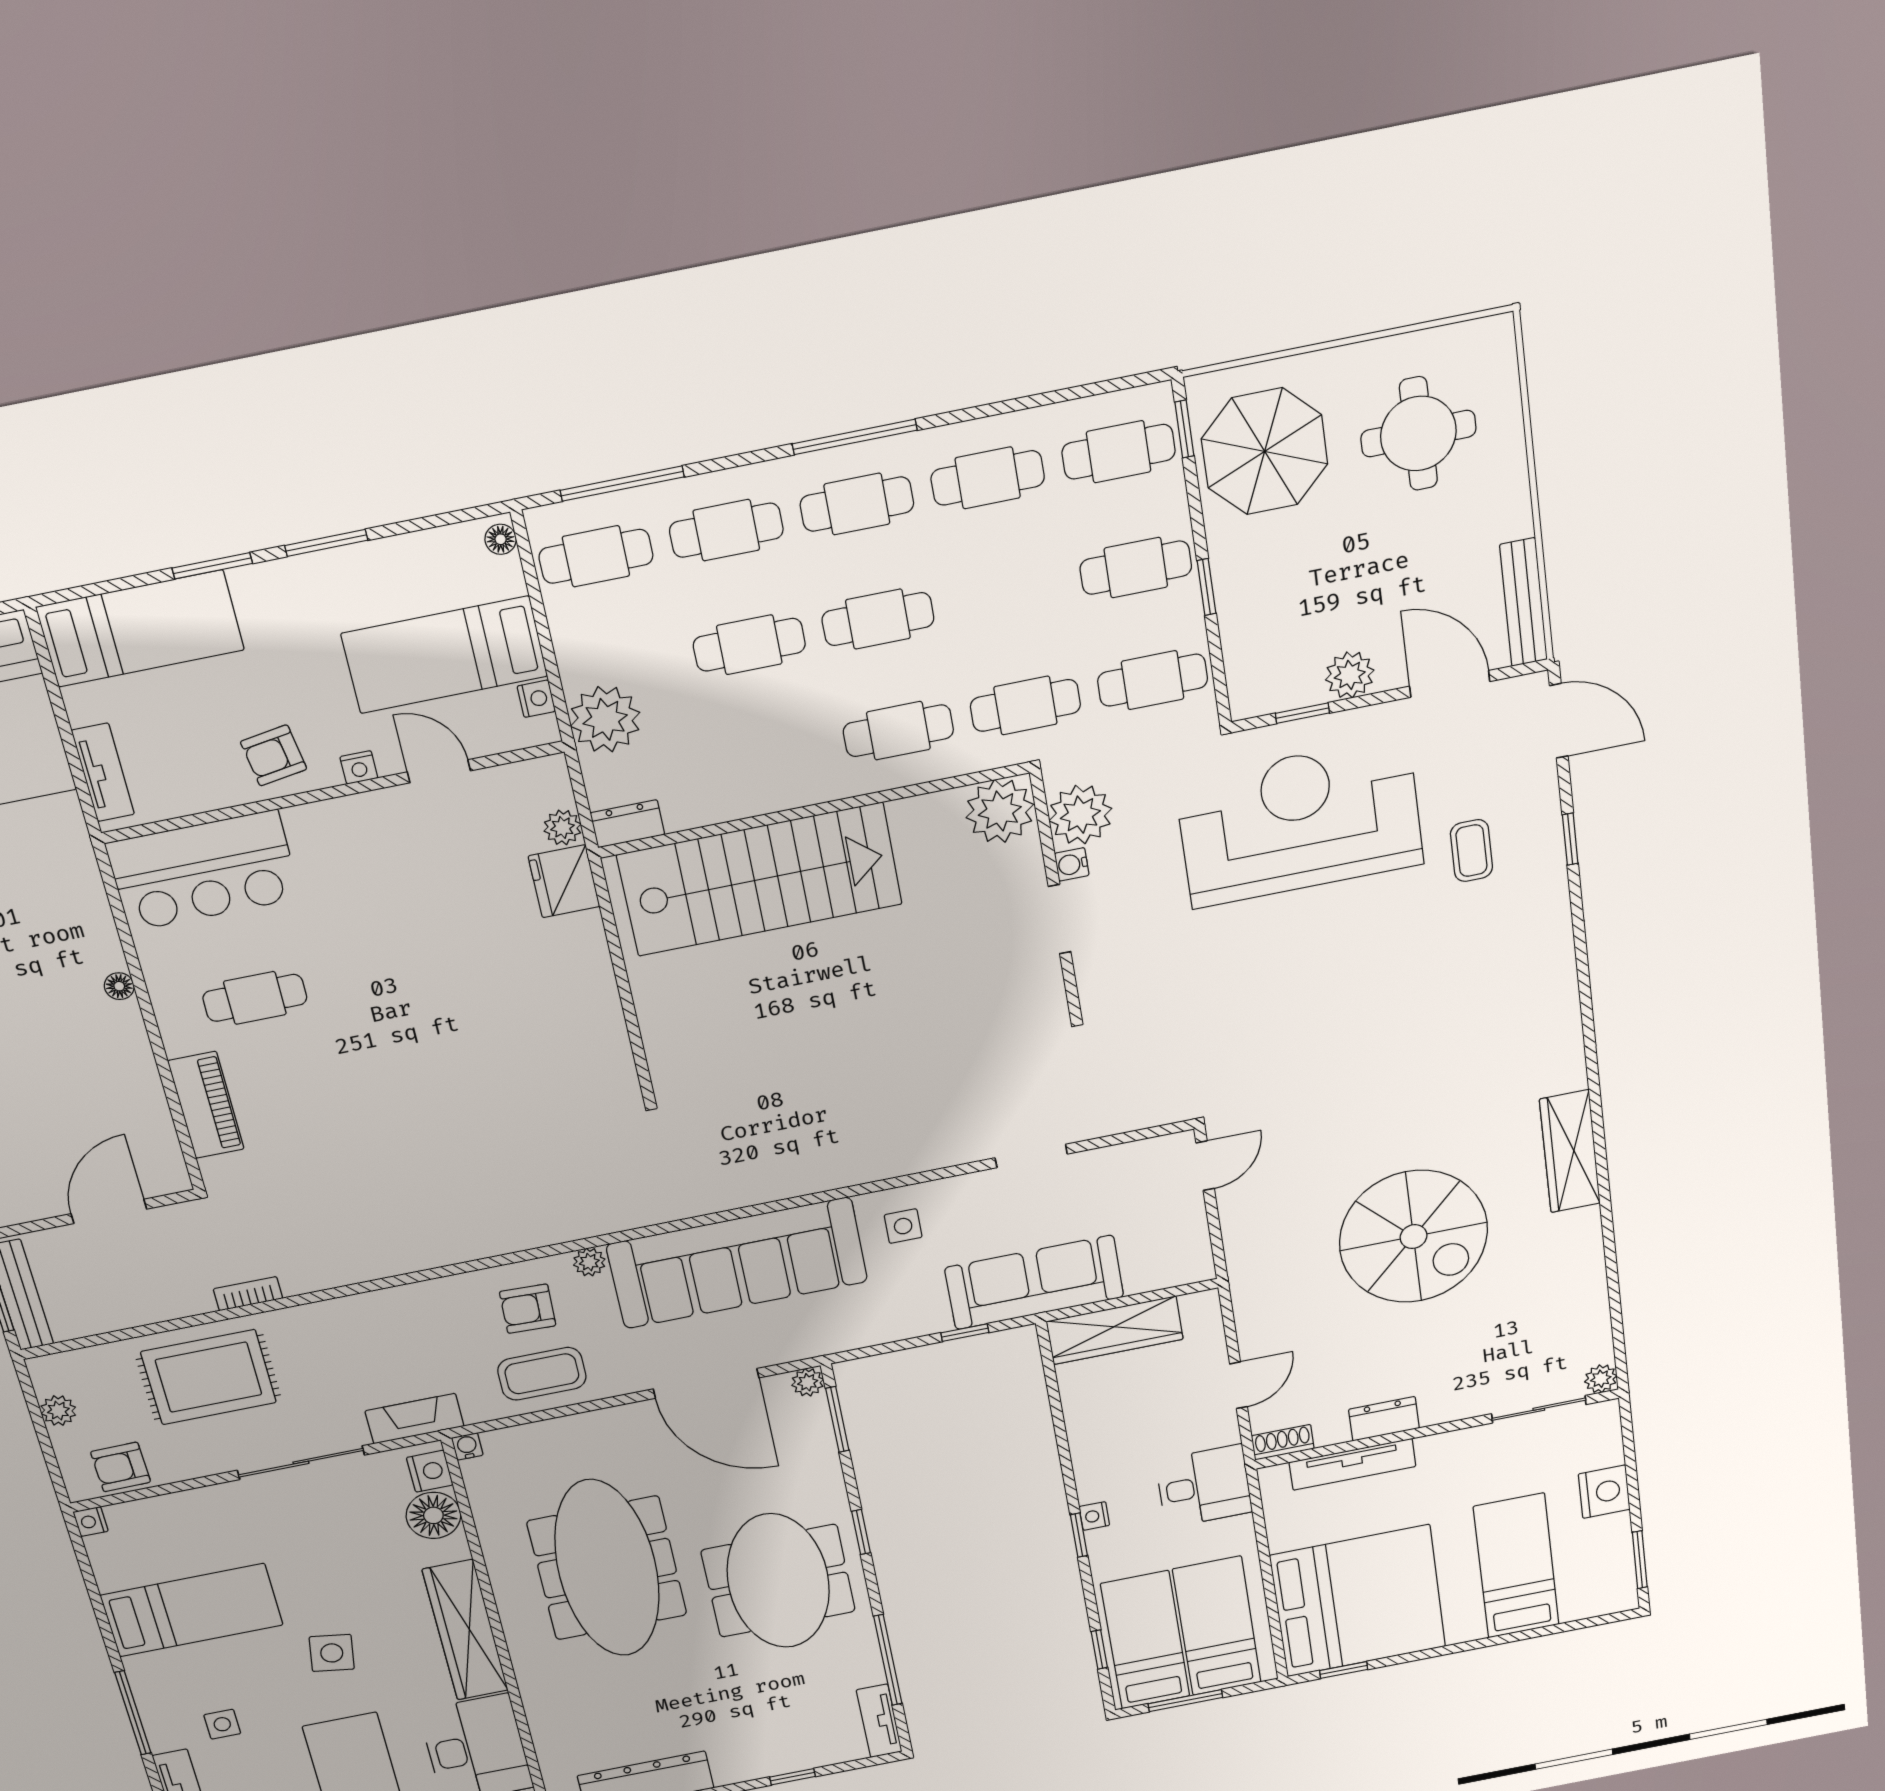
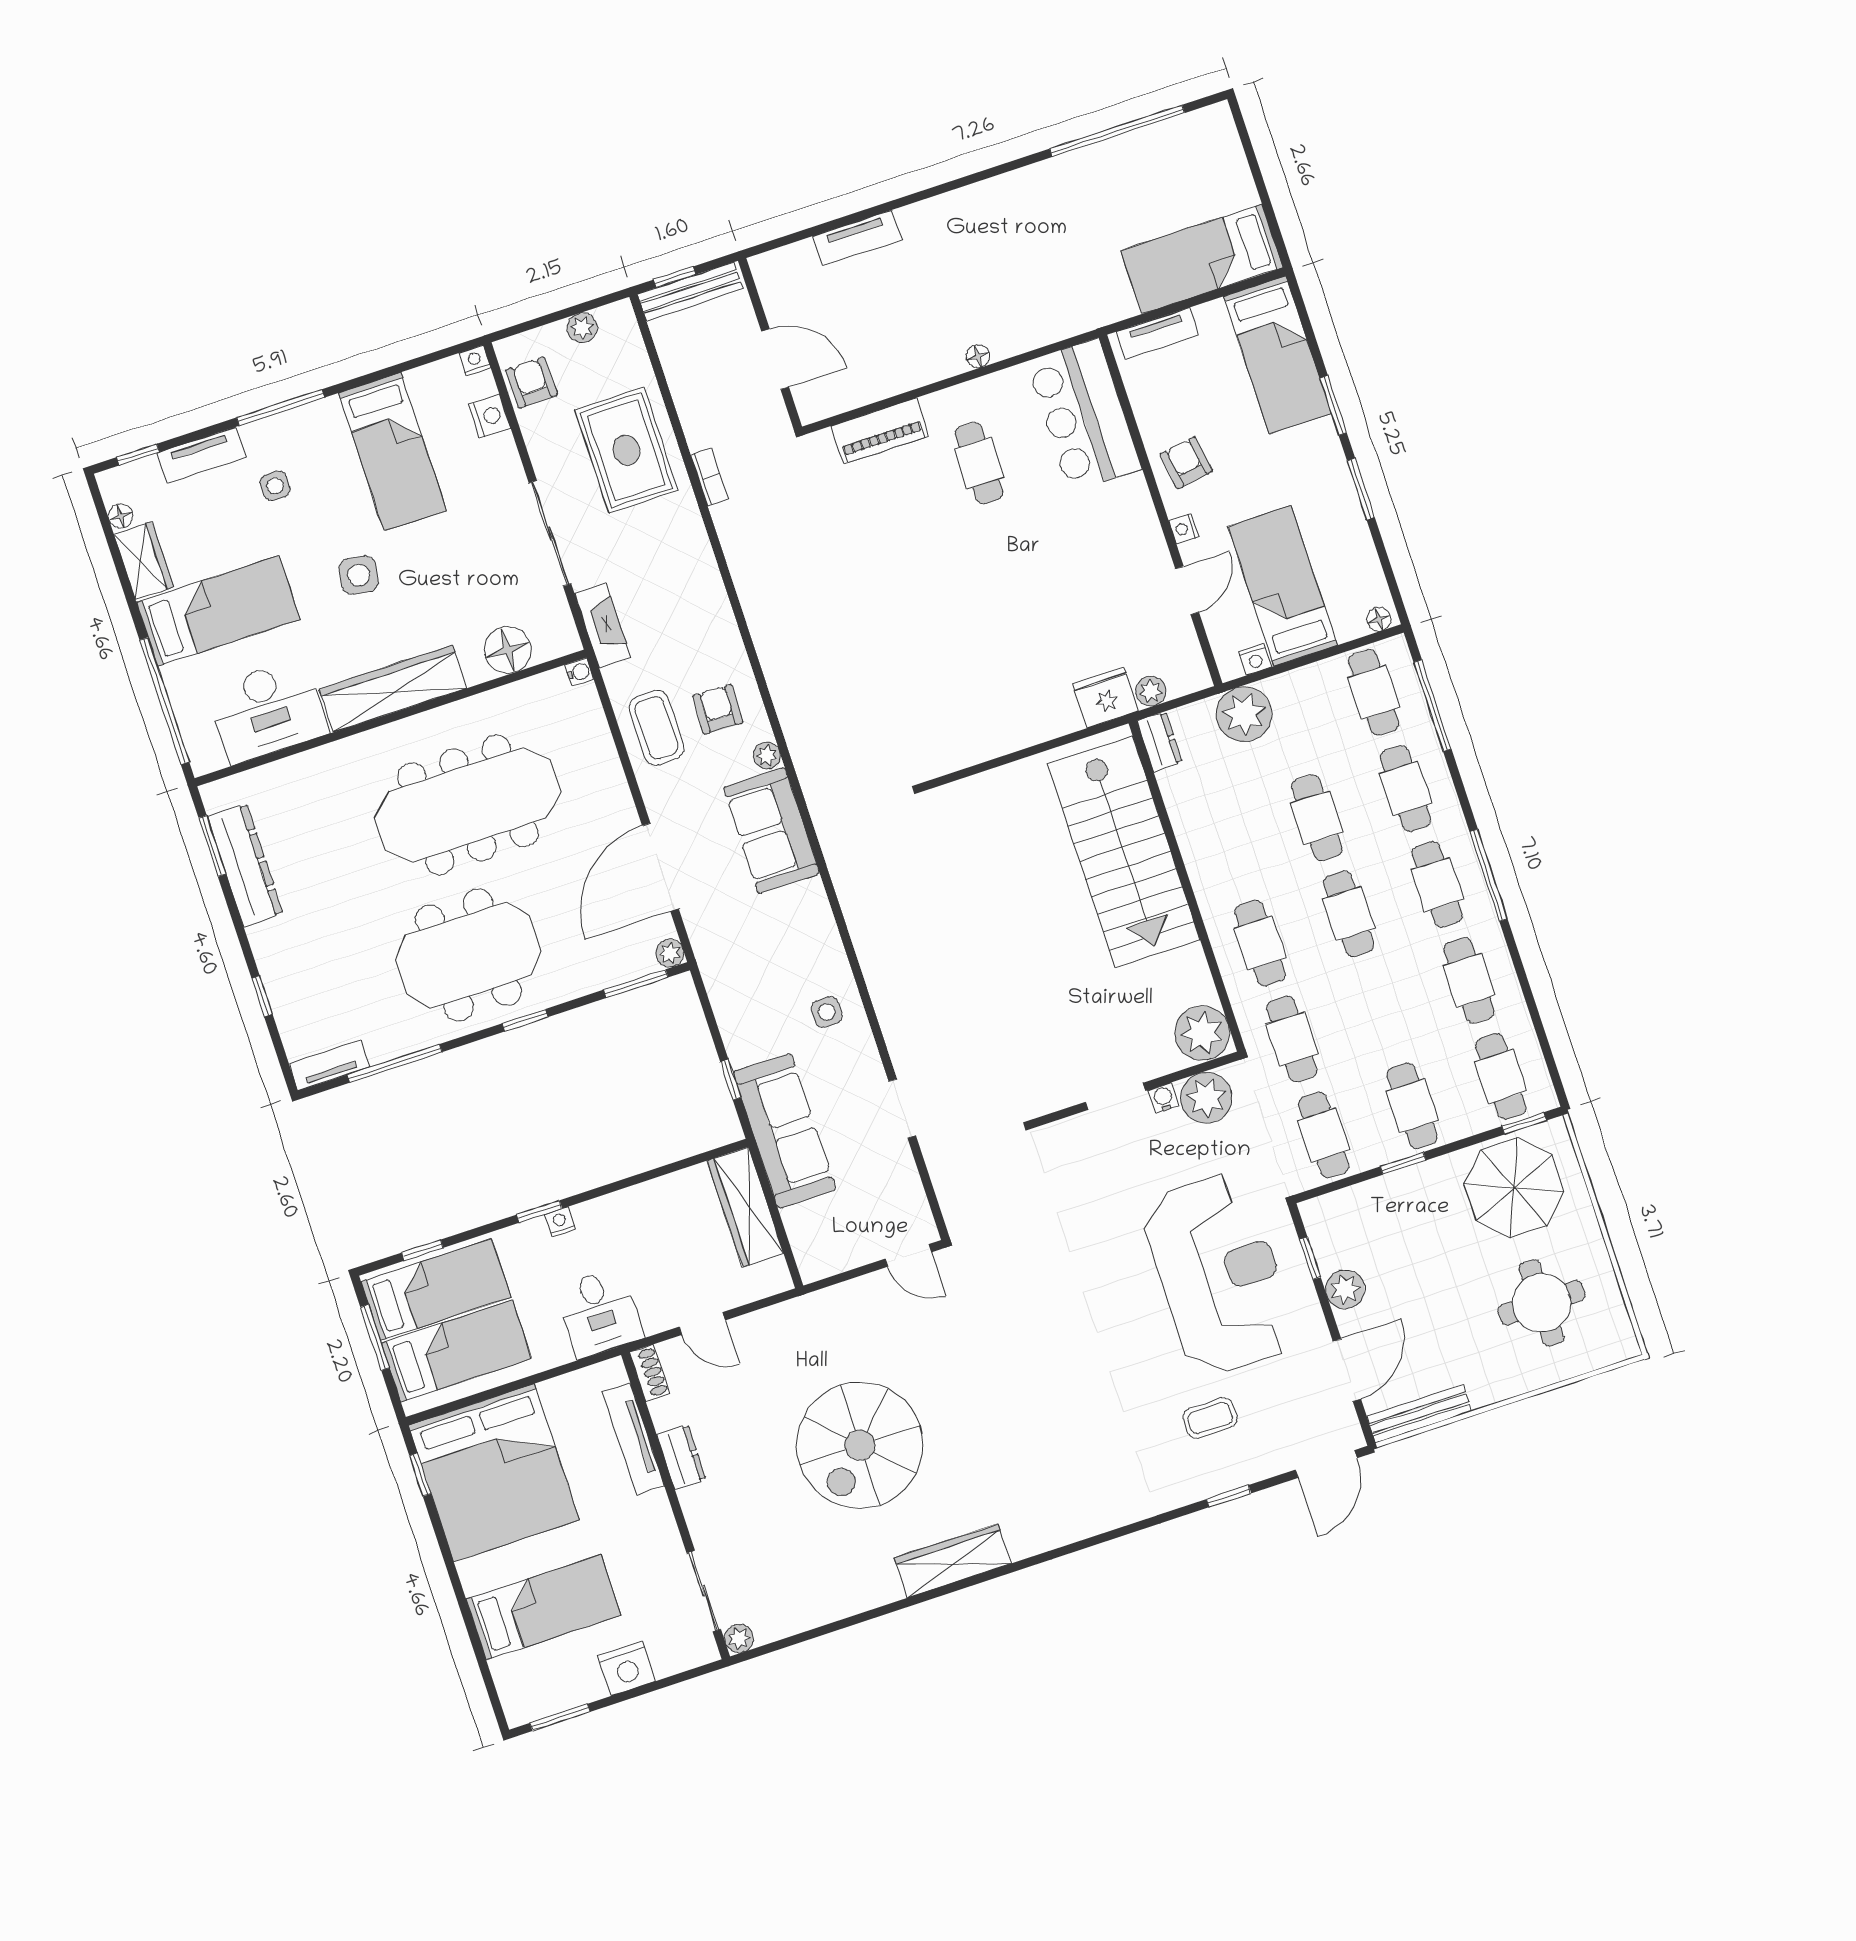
sofa: (737, 1263) -> (772, 830), width x0.54, depth x0.79
nightstand: (430, 1471) -> (489, 416), moved, turned -90

